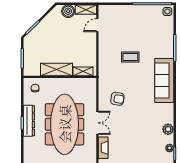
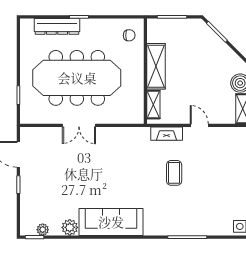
door: (97, 25) -> (199, 125), moved
sofa: (164, 80) -> (111, 222), moved
armchair: (117, 99) -> (114, 154), removed
dresser: (29, 121) -> (57, 26), moved
fireplace: (103, 148) -> (167, 134), moved

